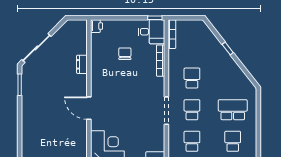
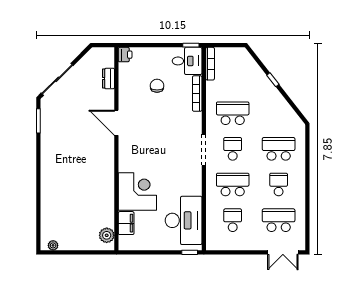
dresser: (82, 64) -> (108, 79), moved
school desk: (192, 78) -> (233, 113), width x1.85
door: (89, 108) -> (116, 123), moved
school desk: (192, 141) -> (233, 185), width x1.85

